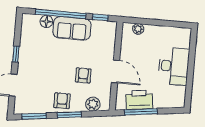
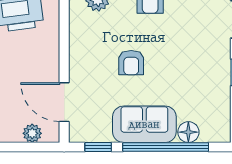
door: (116, 71) -> (64, 102), moved
armchair: (83, 75) -> (131, 63), moved

